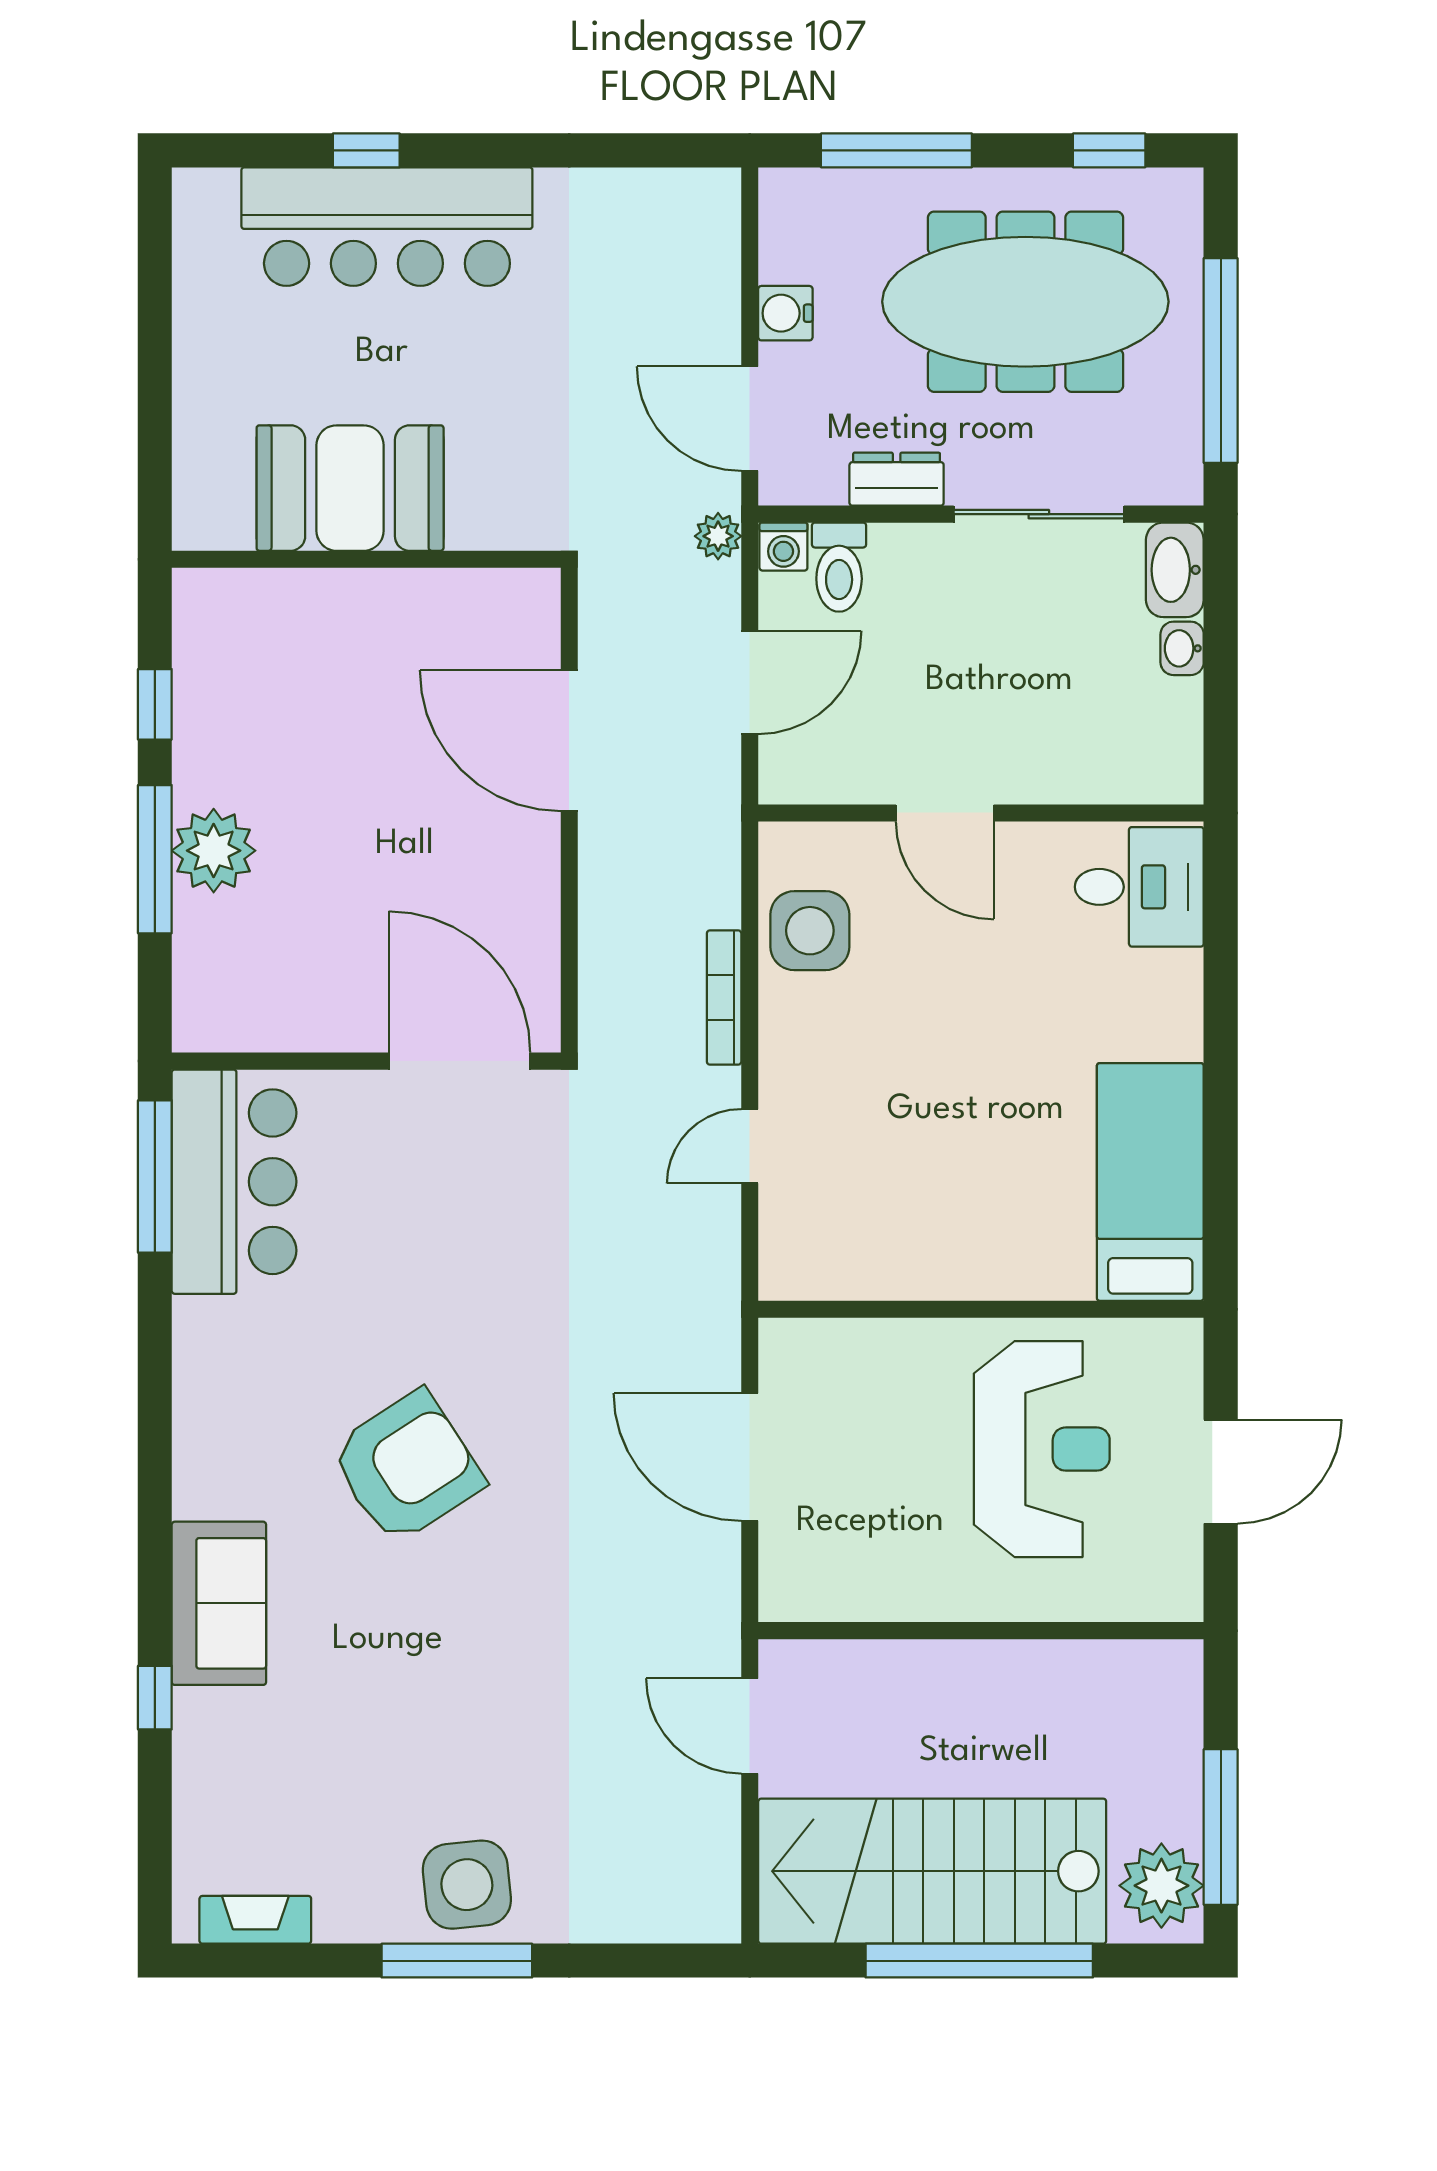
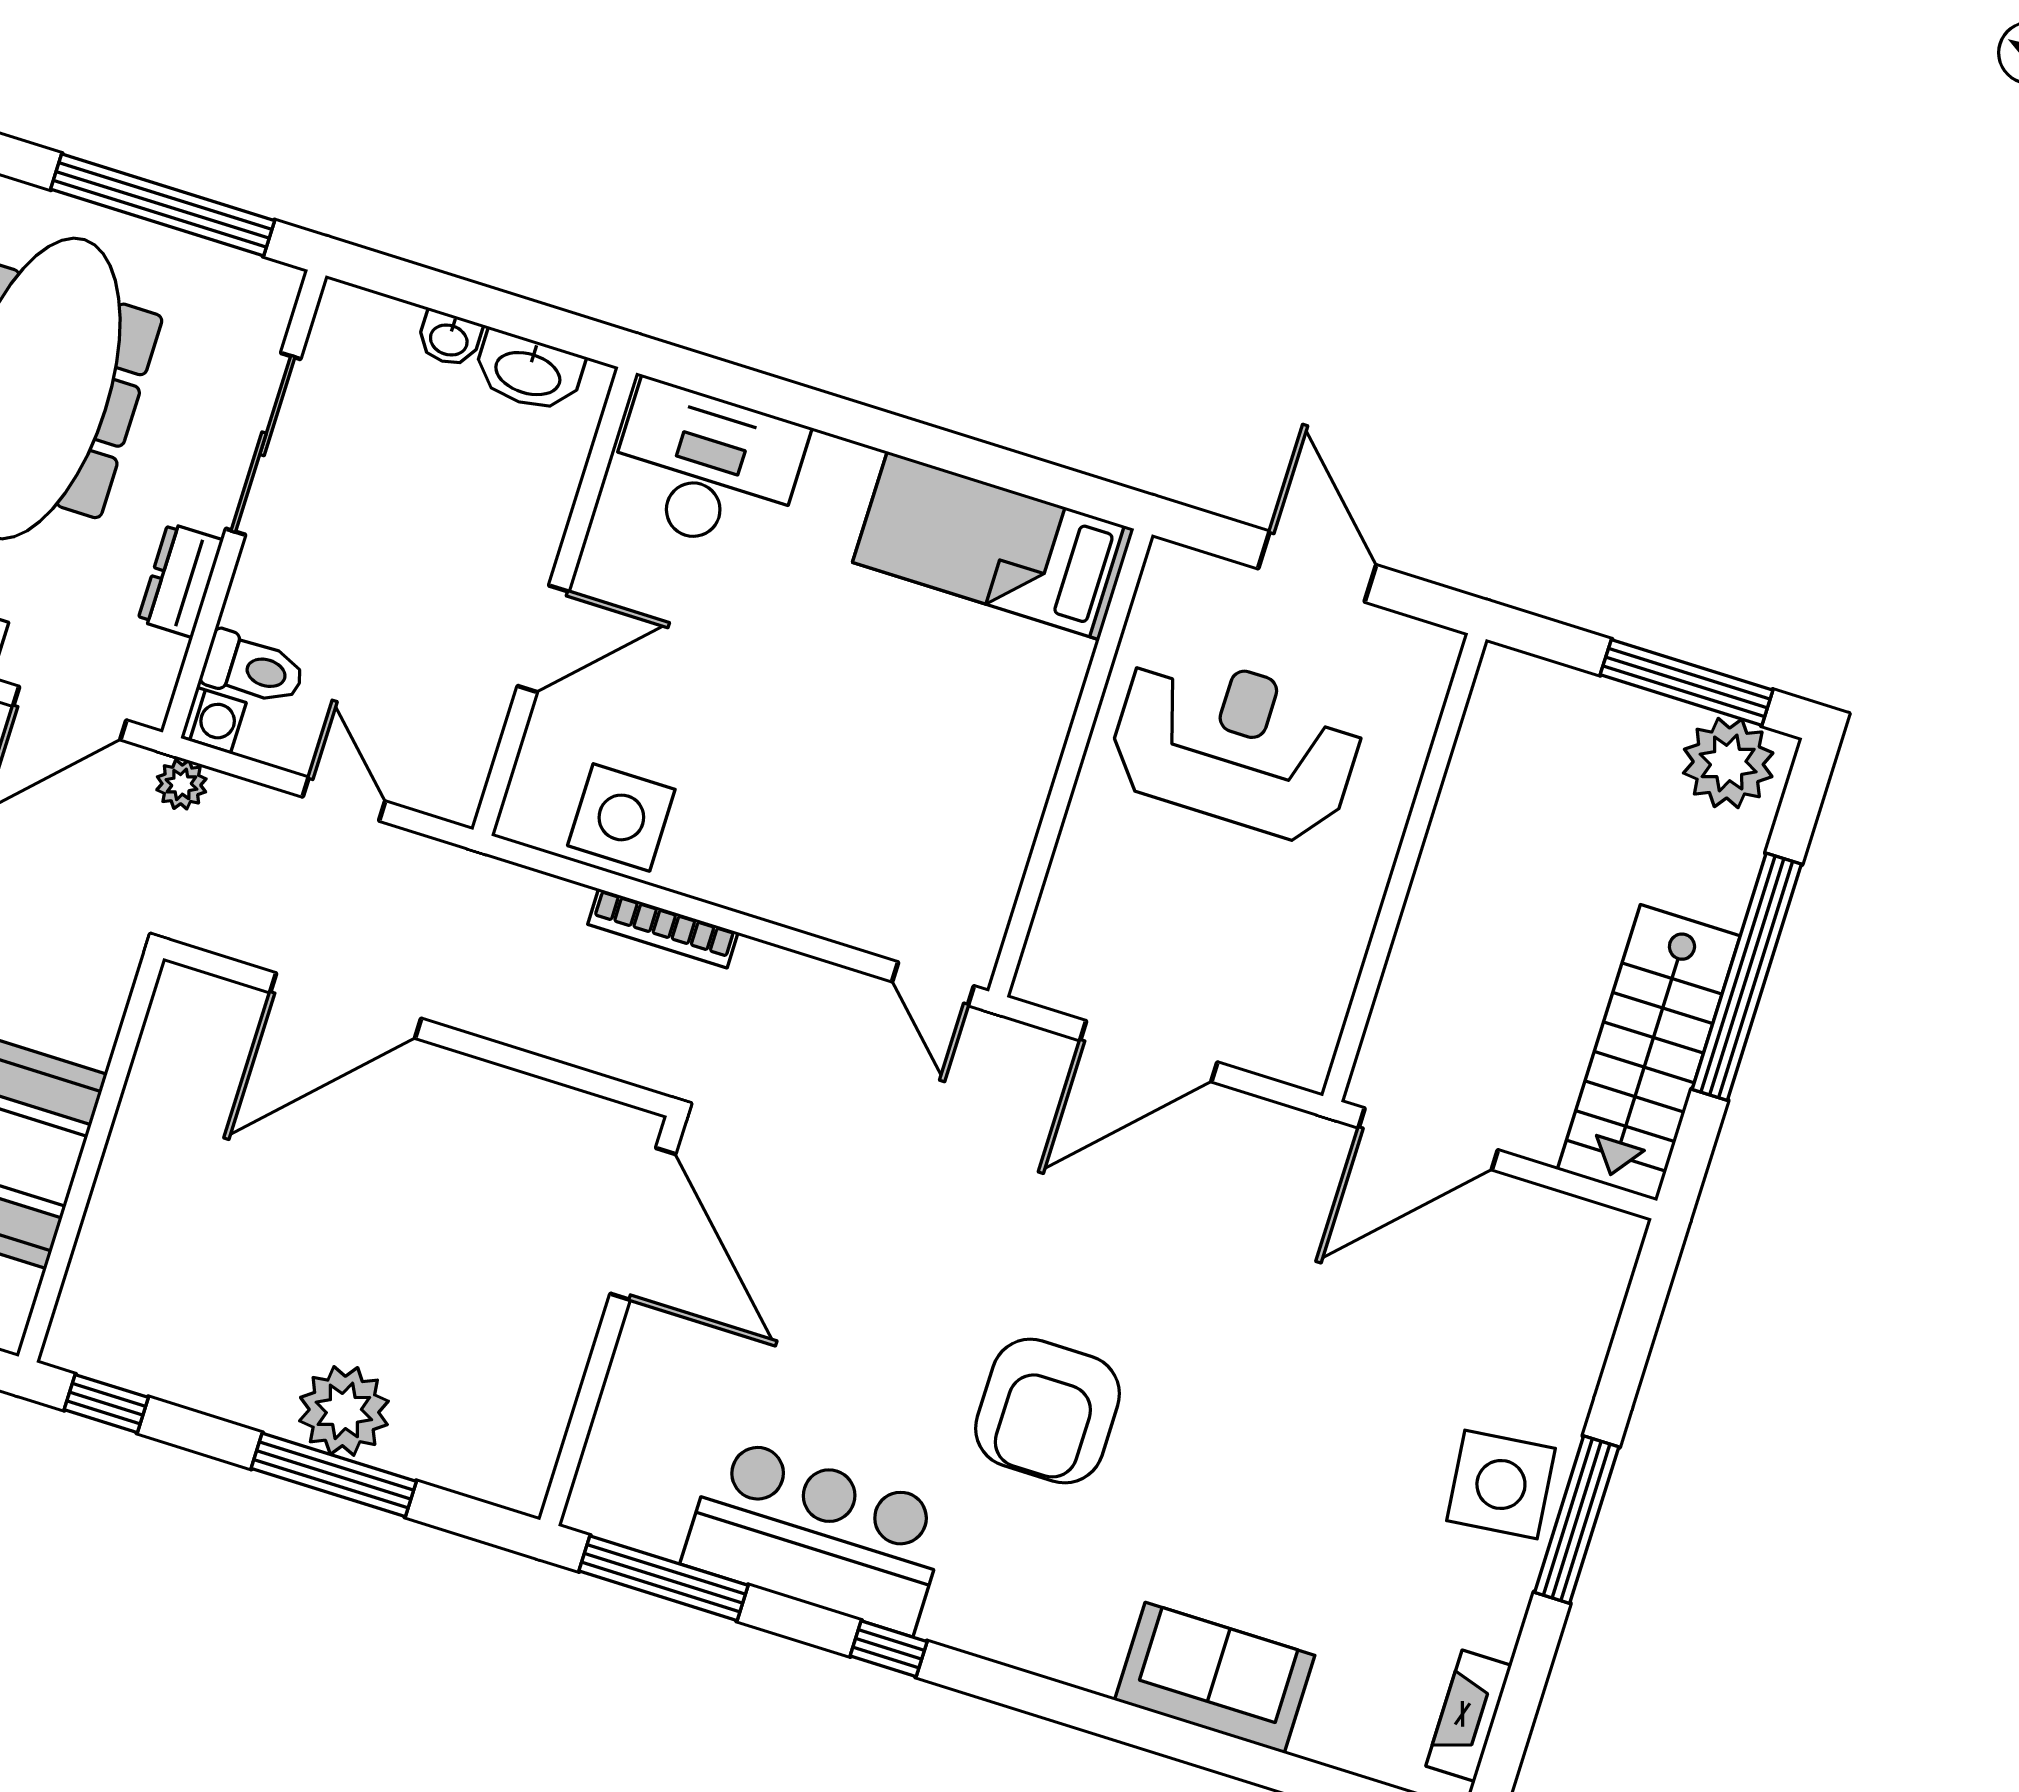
washbasin: (1175, 570) -> (528, 372), moved
door: (750, 682) -> (344, 799), width x0.73
window: (155, 704) -> (106, 1404), moved
desk: (1139, 887) -> (706, 468), width x1.37
door: (460, 1061) -> (643, 1224), swing flipped
door: (750, 1146) -> (933, 984), moved
bar counter: (234, 1182) -> (817, 1536), moved
armchair: (407, 1467) -> (1048, 1411), turned -147
sofa: (219, 1603) -> (1215, 1678), moved
window: (155, 1698) -> (889, 1649), moved
door: (750, 1726) -> (1428, 1139), width x1.36
stairs: (932, 1871) -> (1649, 1053), width x0.73, depth x0.66

